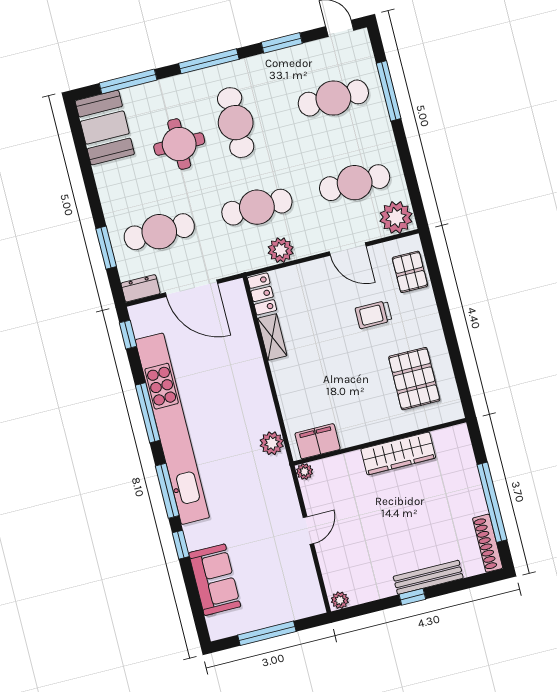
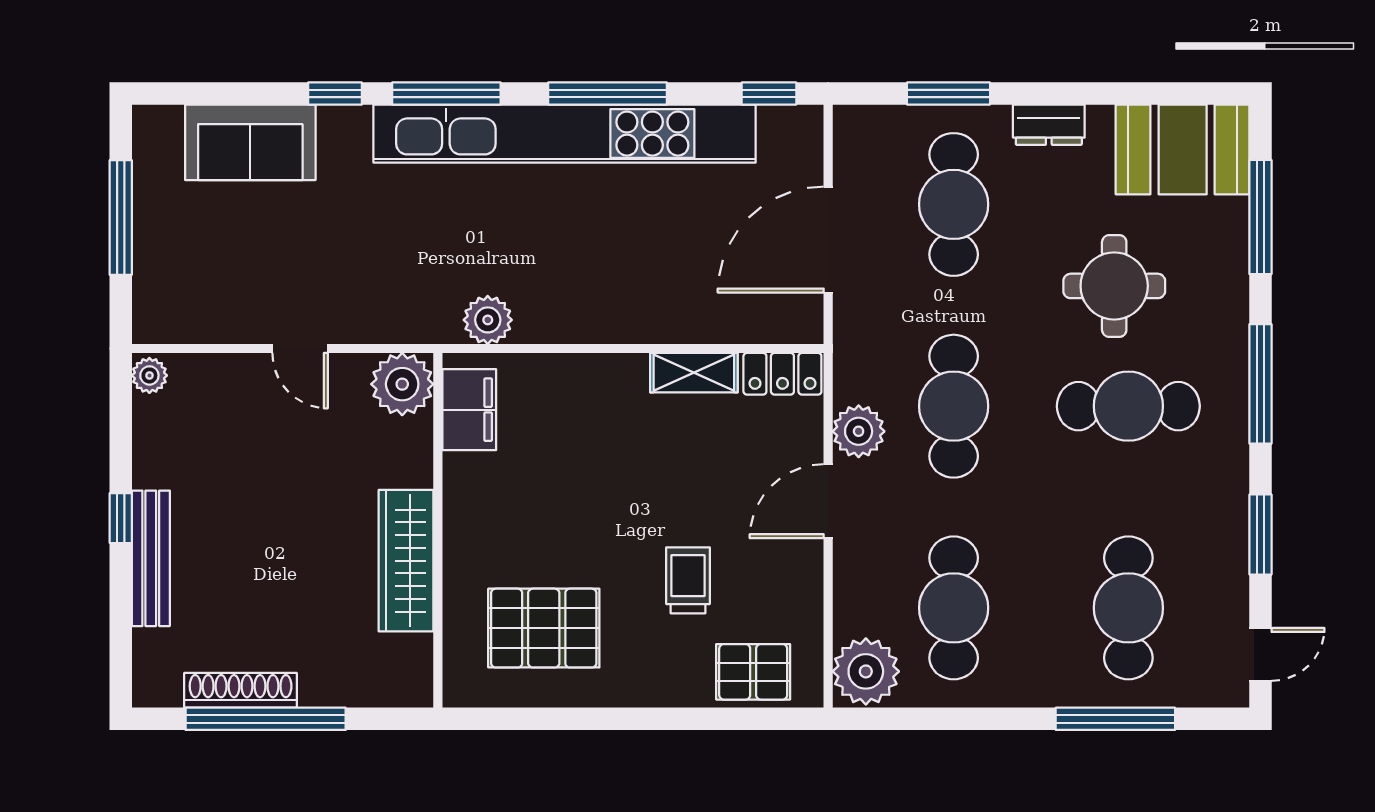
door: (348, 249) -> (828, 501), moved
dresser: (141, 288) -> (1049, 125), moved, turned 90
plant: (304, 472) -> (402, 384), width x1.87, depth x1.87
shoe rack: (488, 543) -> (241, 690), moved

